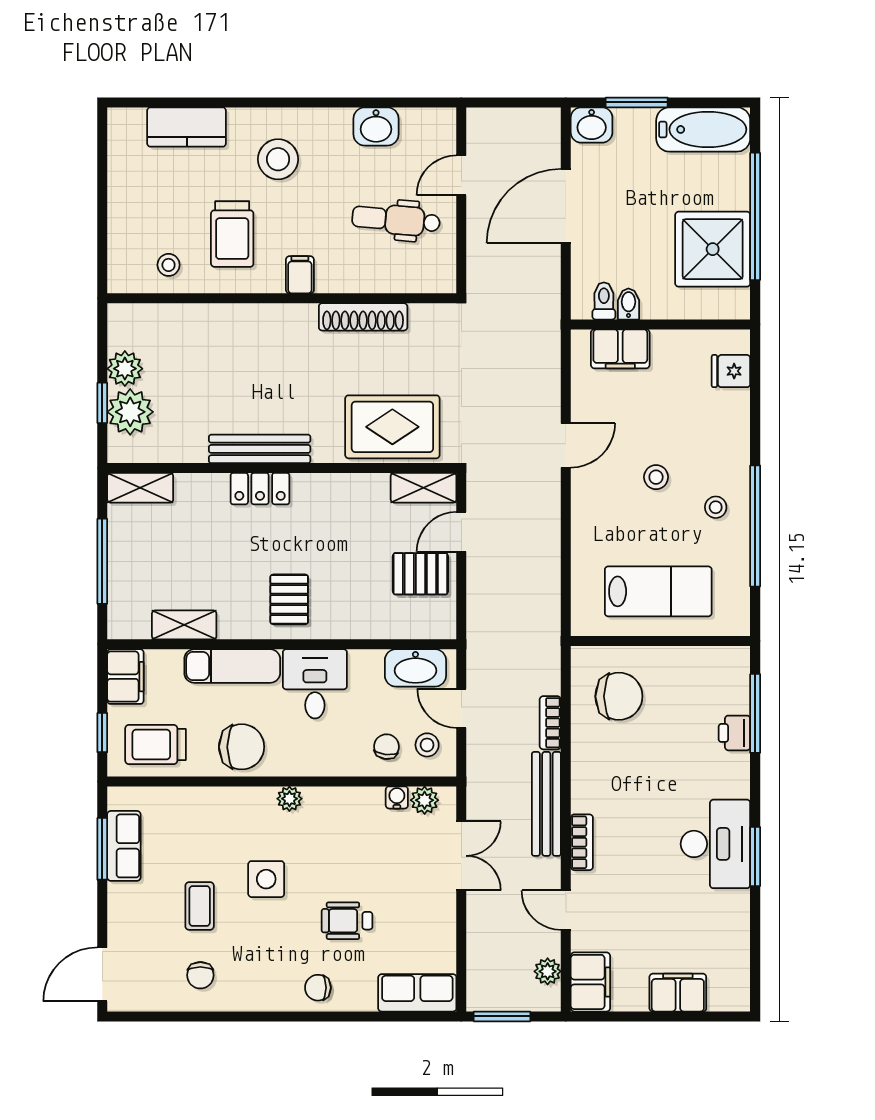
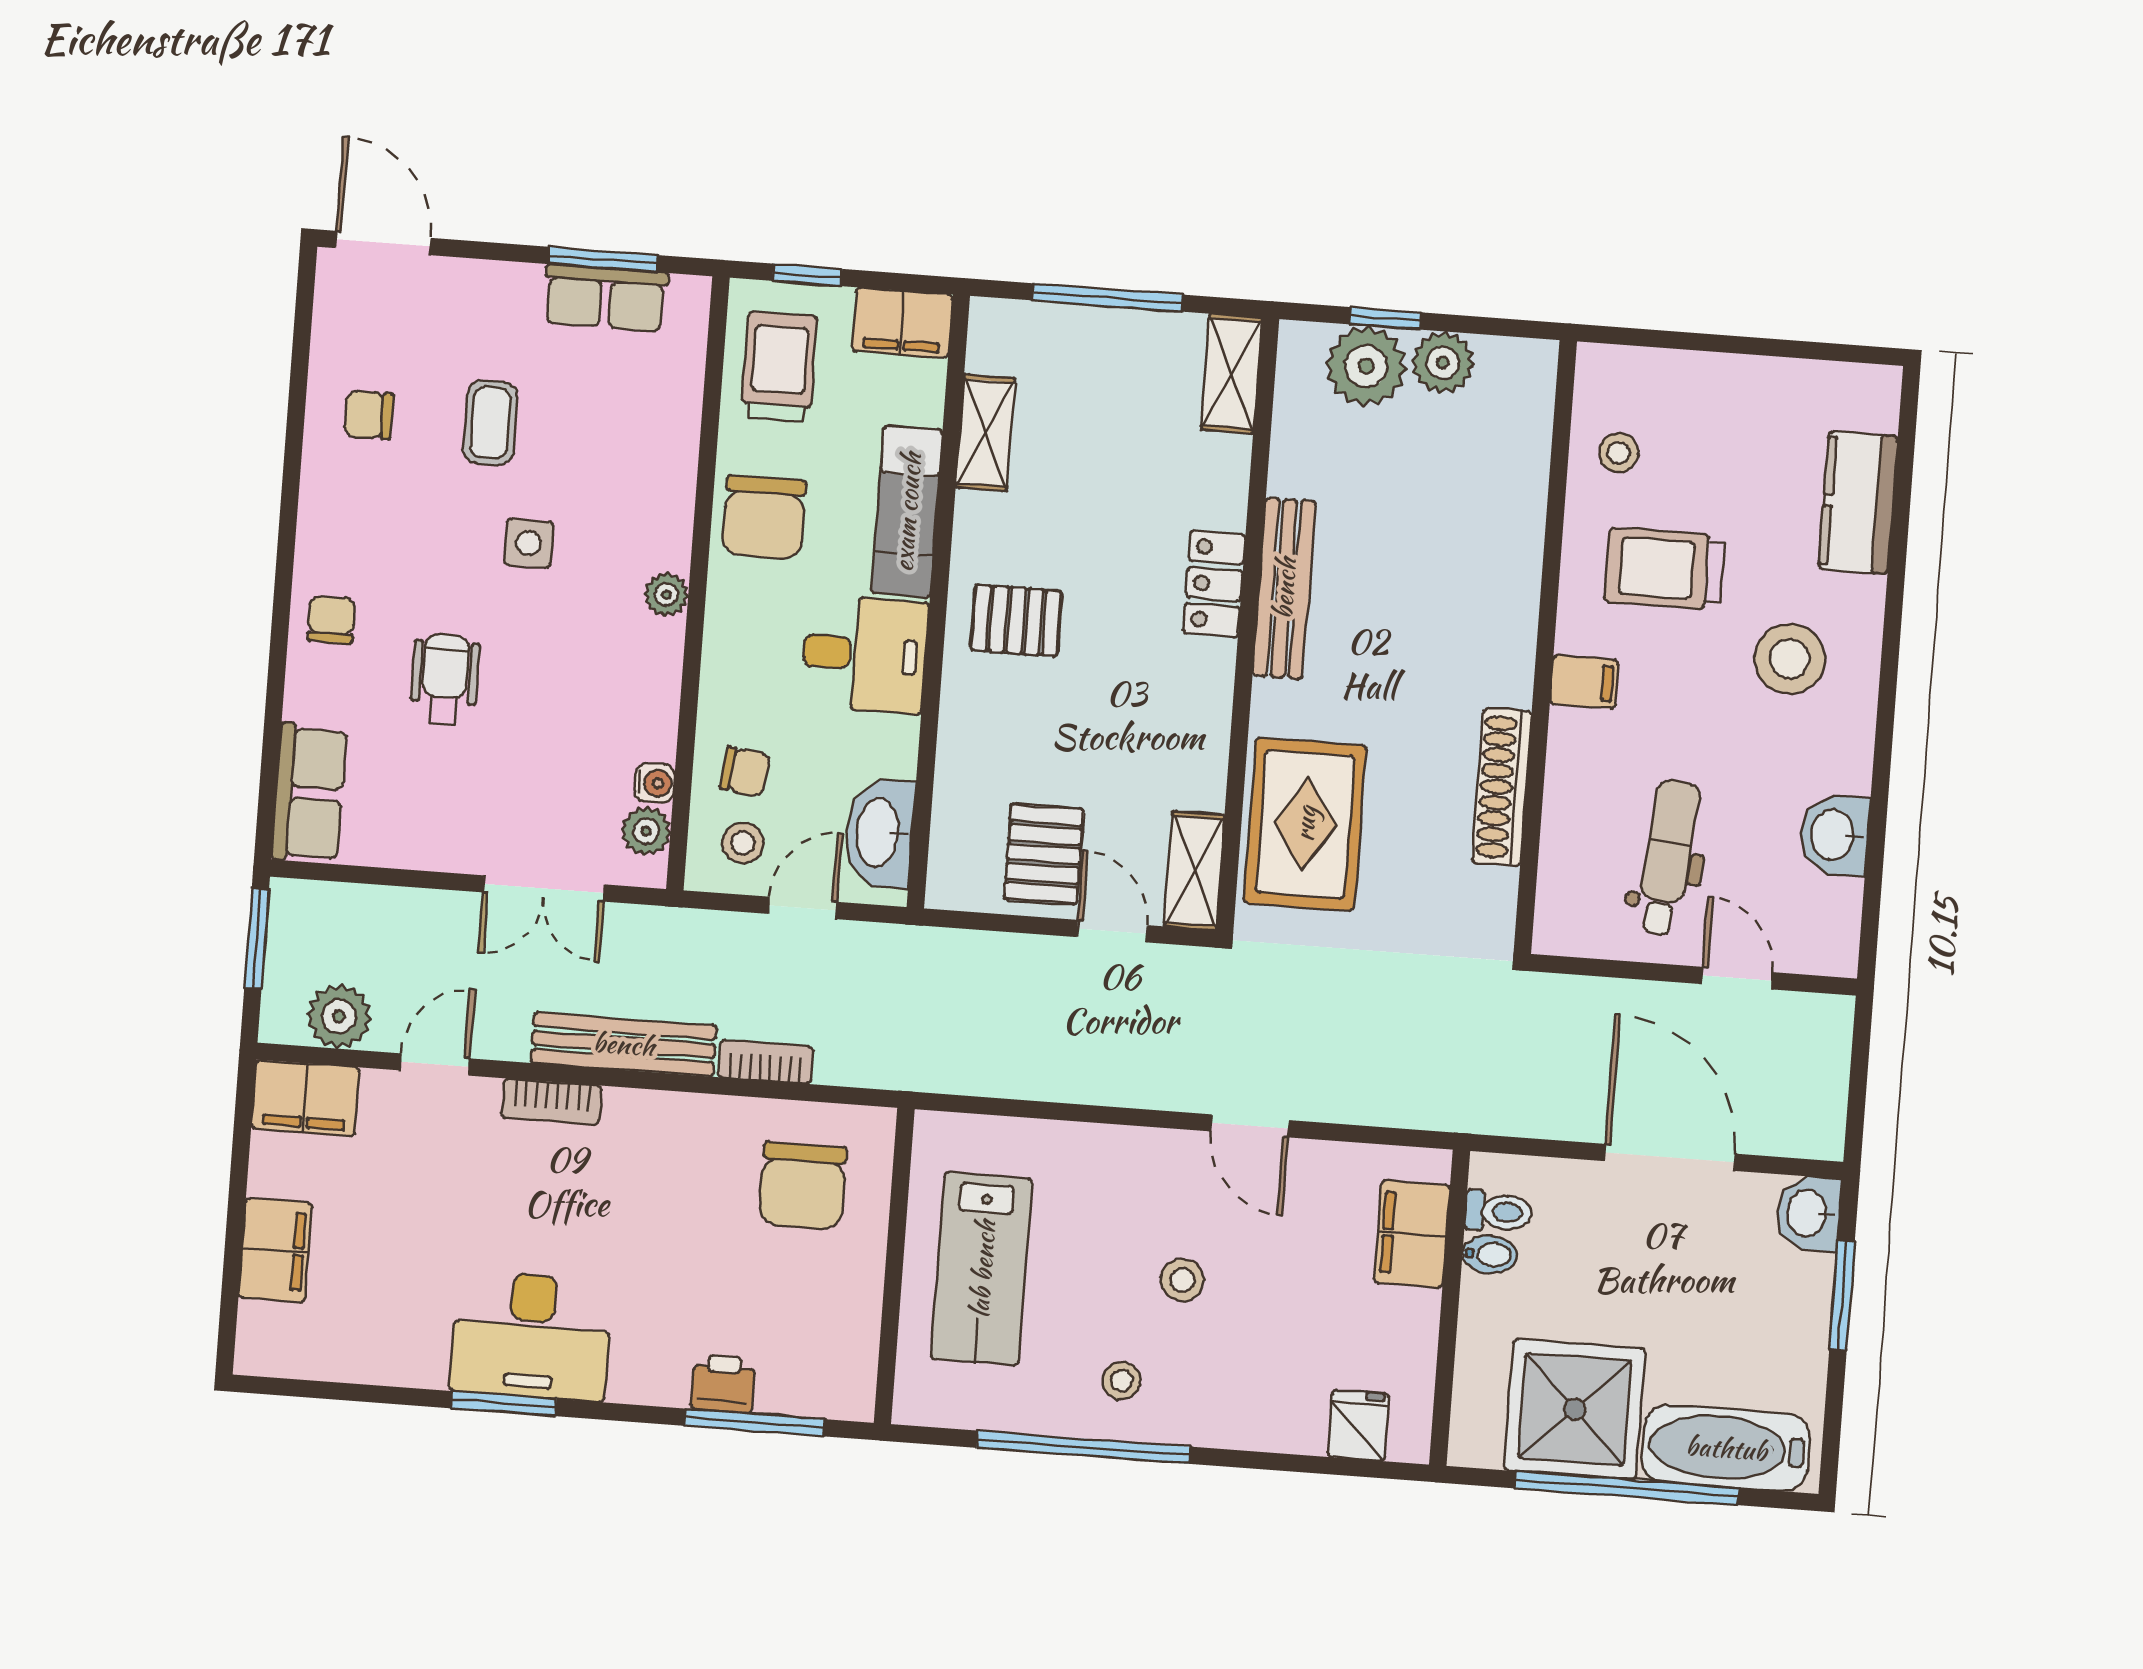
bathtub: (703, 129) -> (1726, 1448), moved, turned 90
side table: (266, 879) -> (529, 543), width x0.73, depth x0.73
coffee table: (200, 906) -> (490, 423), turned 90
plant: (548, 971) -> (339, 1016), width x1.38, depth x1.38

